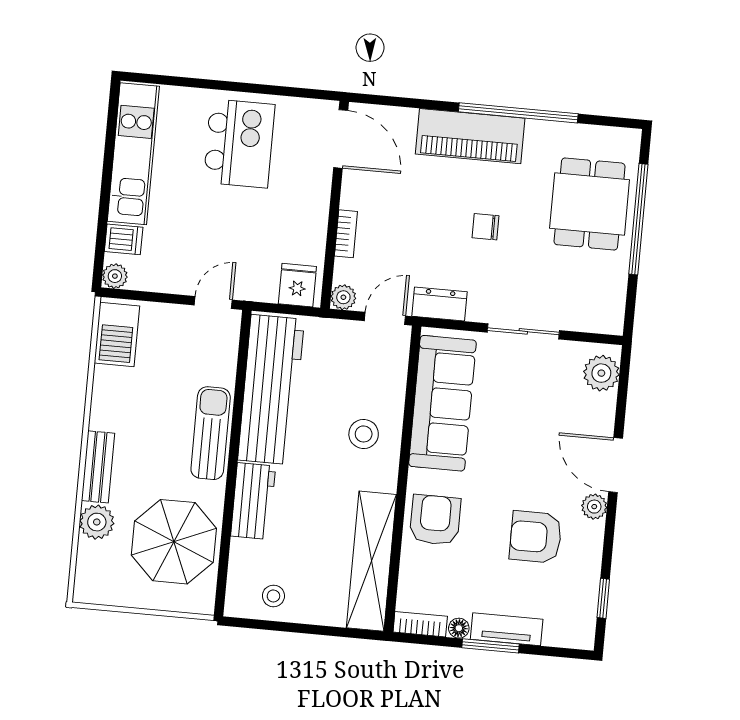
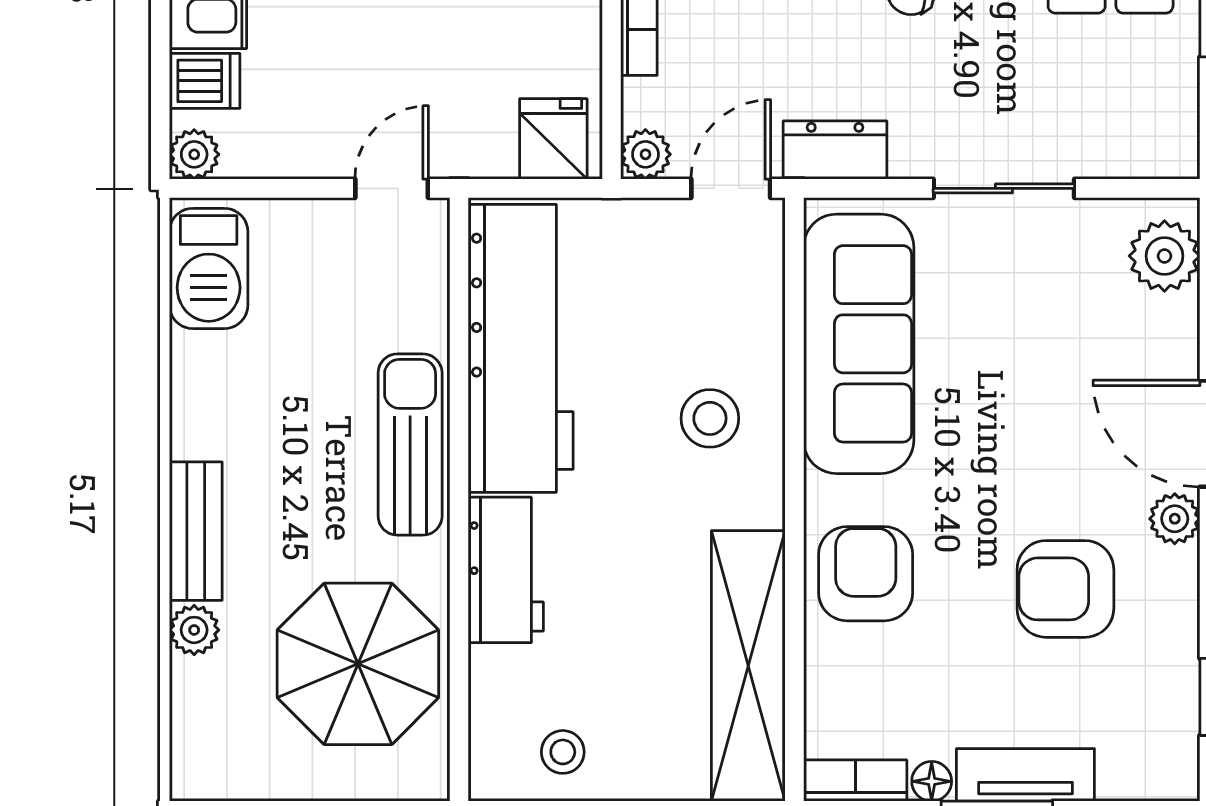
plant: (97, 522) -> (194, 630), width x0.73, depth x0.73

